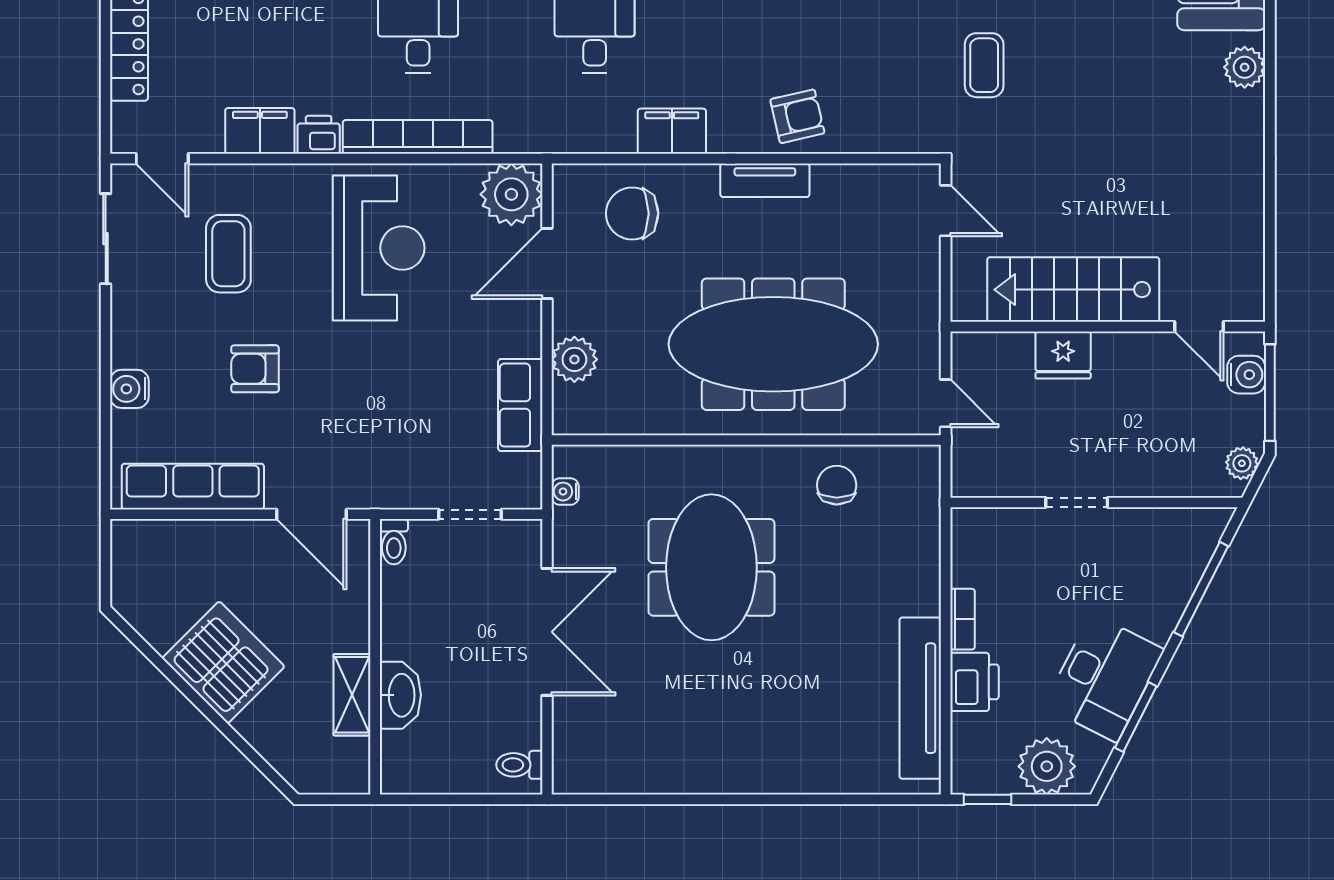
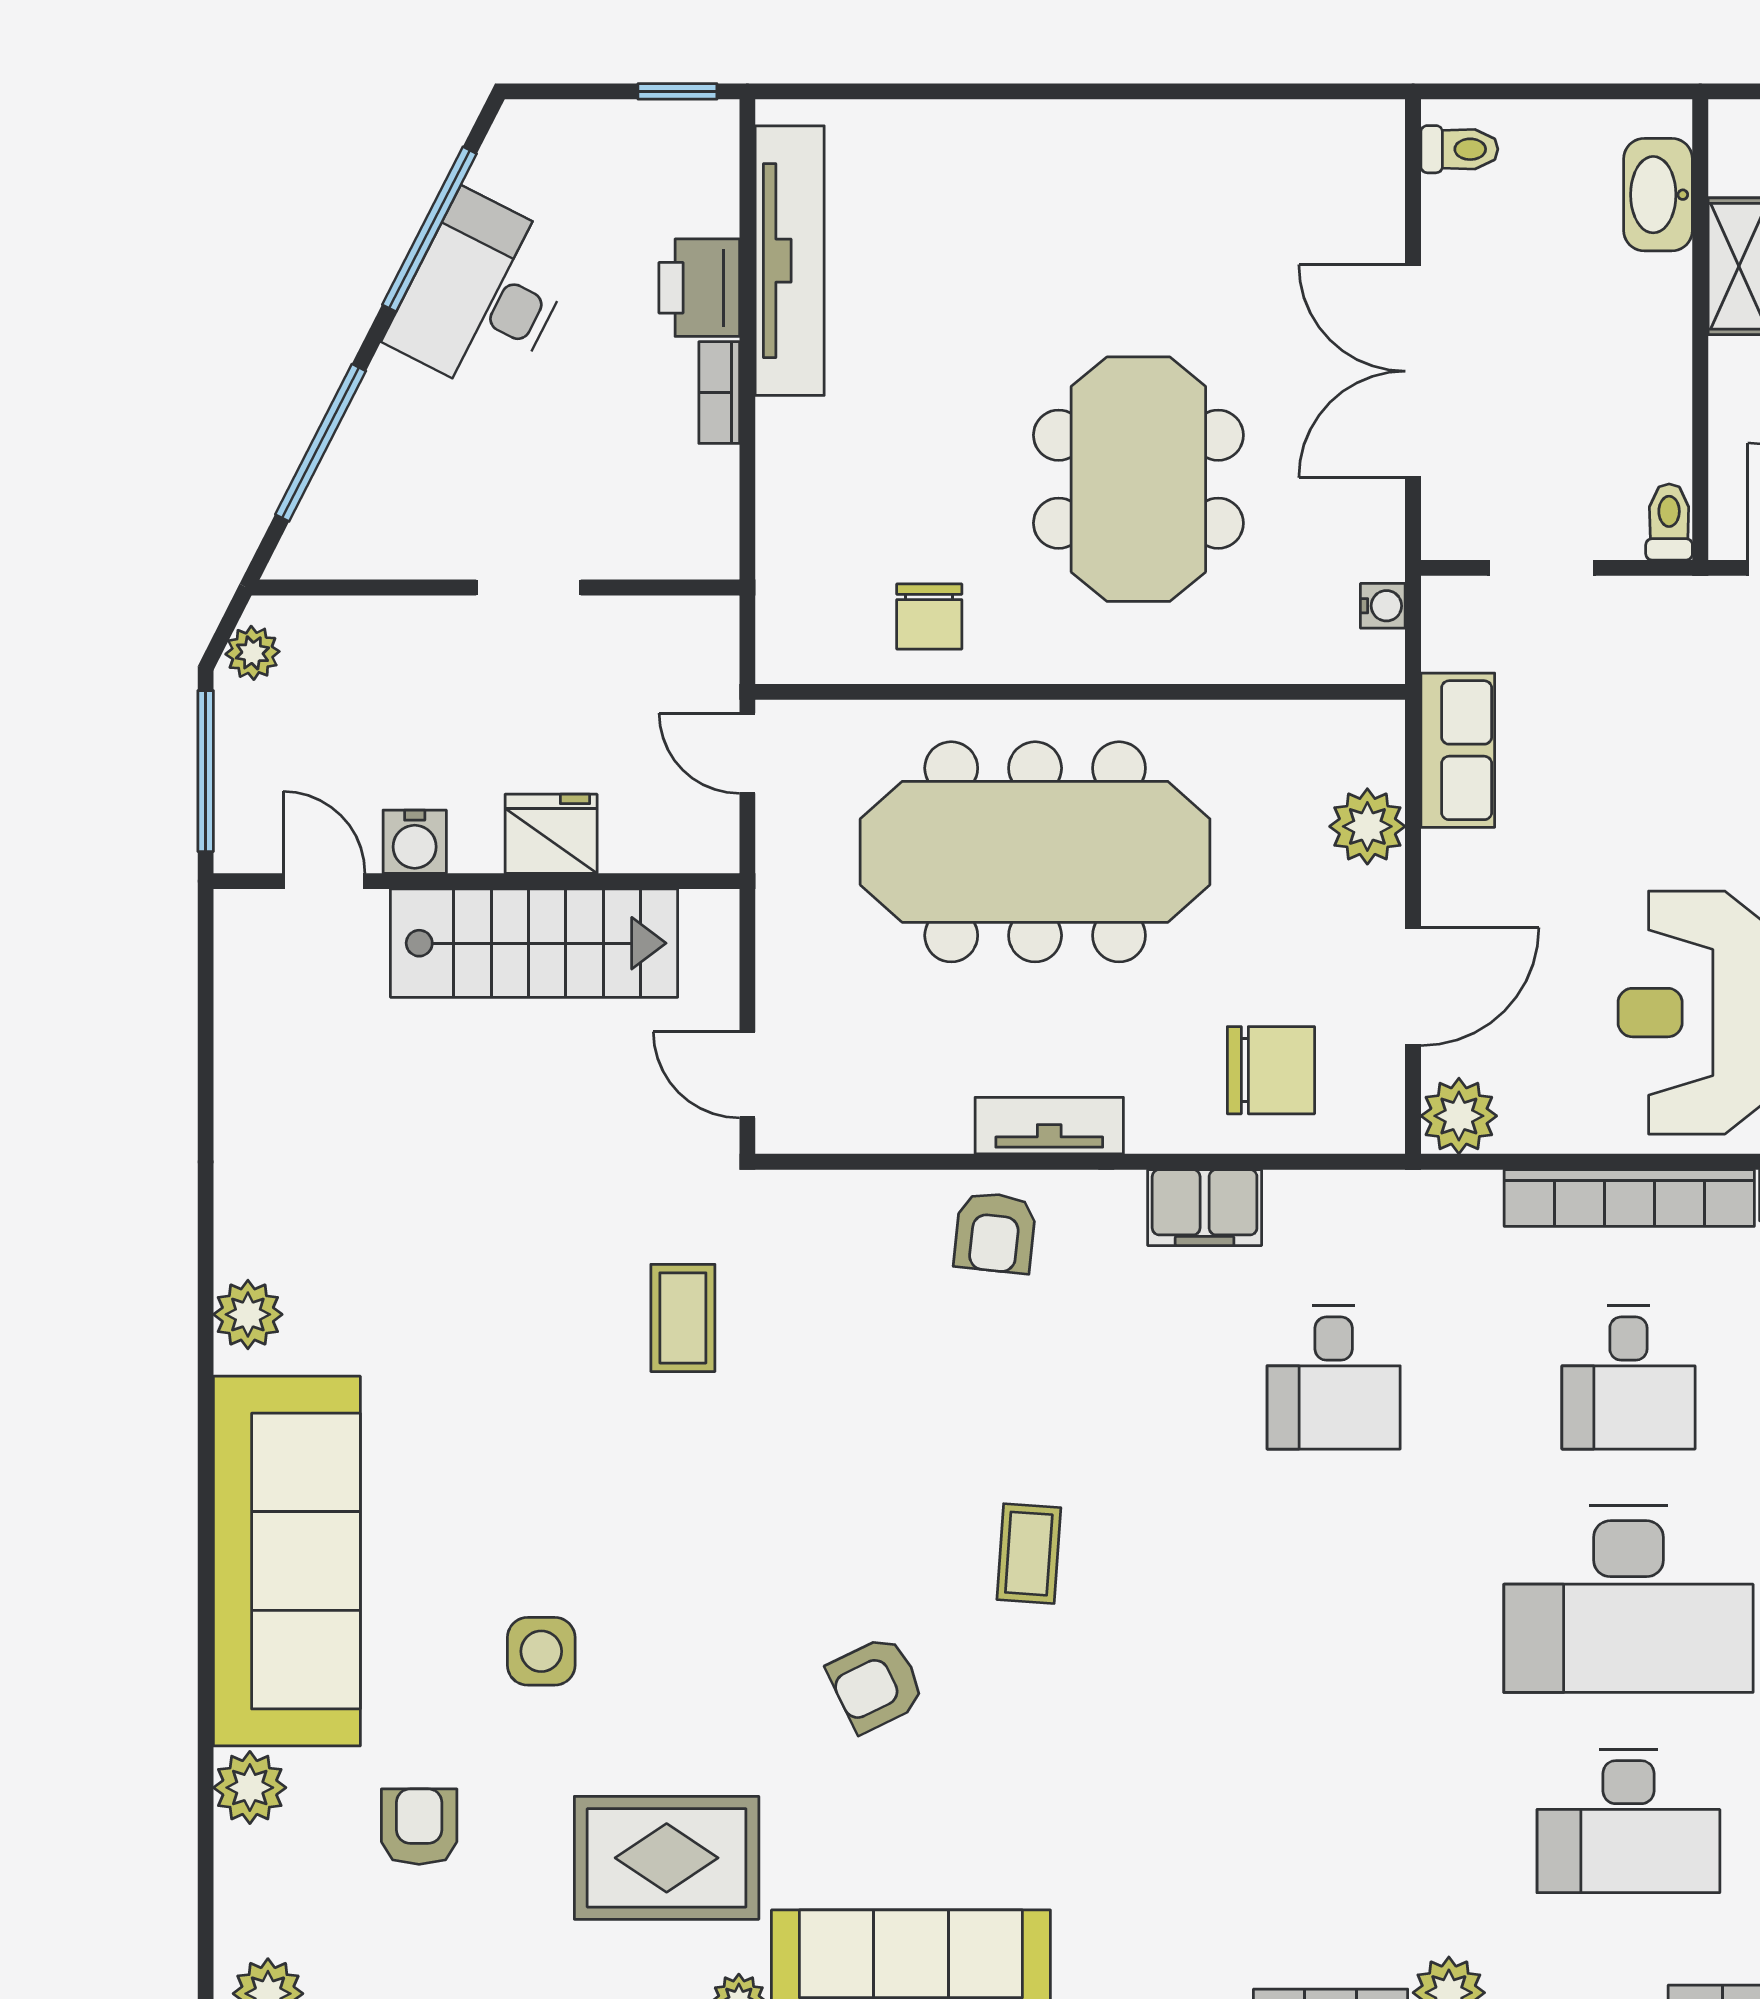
armchair: (797, 116) -> (995, 1233), turned -71
plant: (511, 194) -> (1459, 1116), width x0.73, depth x0.73
water cooler: (1246, 375) -> (415, 842), moved, turned -90
washbasin: (400, 695) -> (1658, 195), moved
window: (1136, 717) -> (429, 229), width x1.44
plant: (1047, 766) -> (578, 147), removed

